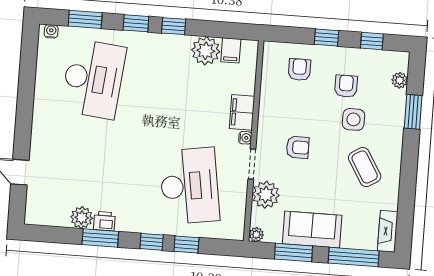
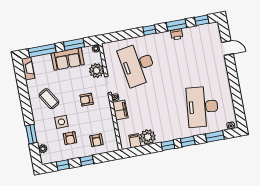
plant: (82, 218) -> (189, 33), removed
window: (186, 244) -> (202, 20), moved

